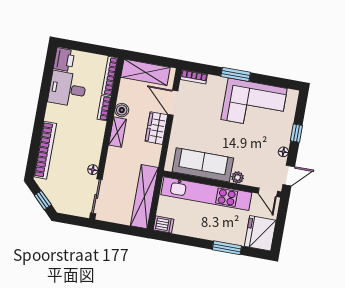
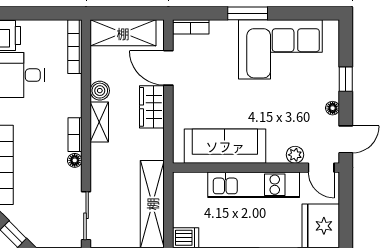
bookcase: (104, 108) -> (75, 135), moved
floor lamp: (93, 170) -> (75, 160), moved
plant: (238, 177) -> (295, 155), moved
kitchen unit: (206, 194) -> (254, 185), width x0.73

